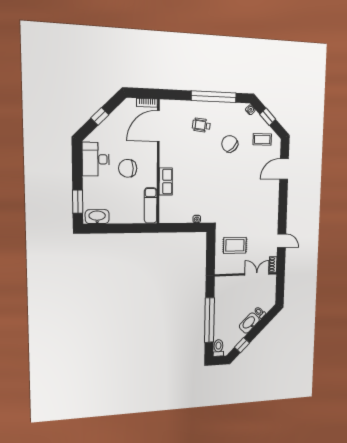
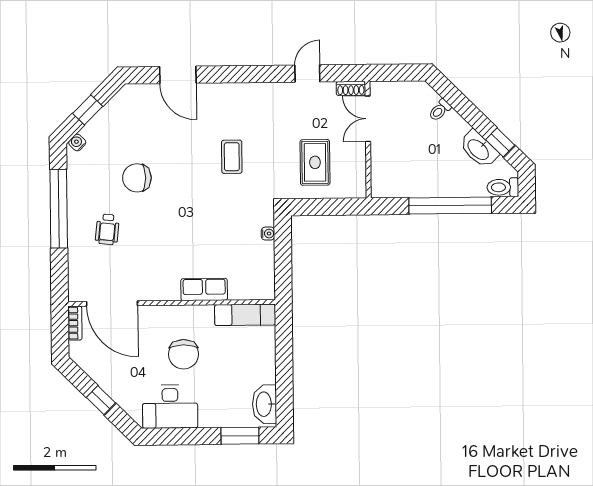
coffee table: (262, 139) -> (232, 157), moved
chair: (230, 144) -> (137, 178), turned 46
washbasin: (249, 323) -> (479, 149), moved

